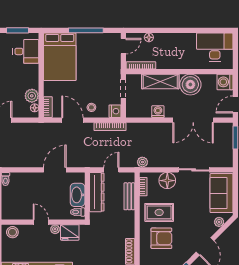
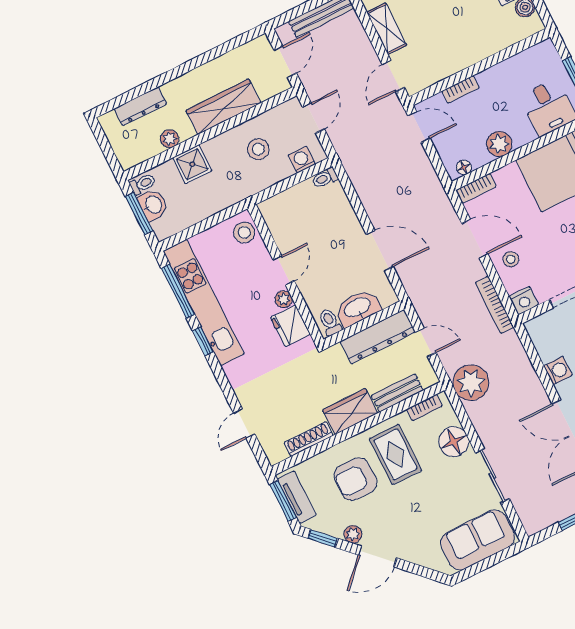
plant: (32, 96) -> (499, 144), moved
door: (72, 120) -> (475, 239), hinge flipped
plant: (142, 162) -> (471, 383), width x1.87, depth x1.87
plant: (219, 222) -> (353, 534), moved
wardrobe: (127, 224) -> (350, 412), added
armchair: (161, 238) -> (355, 479), turned 90

